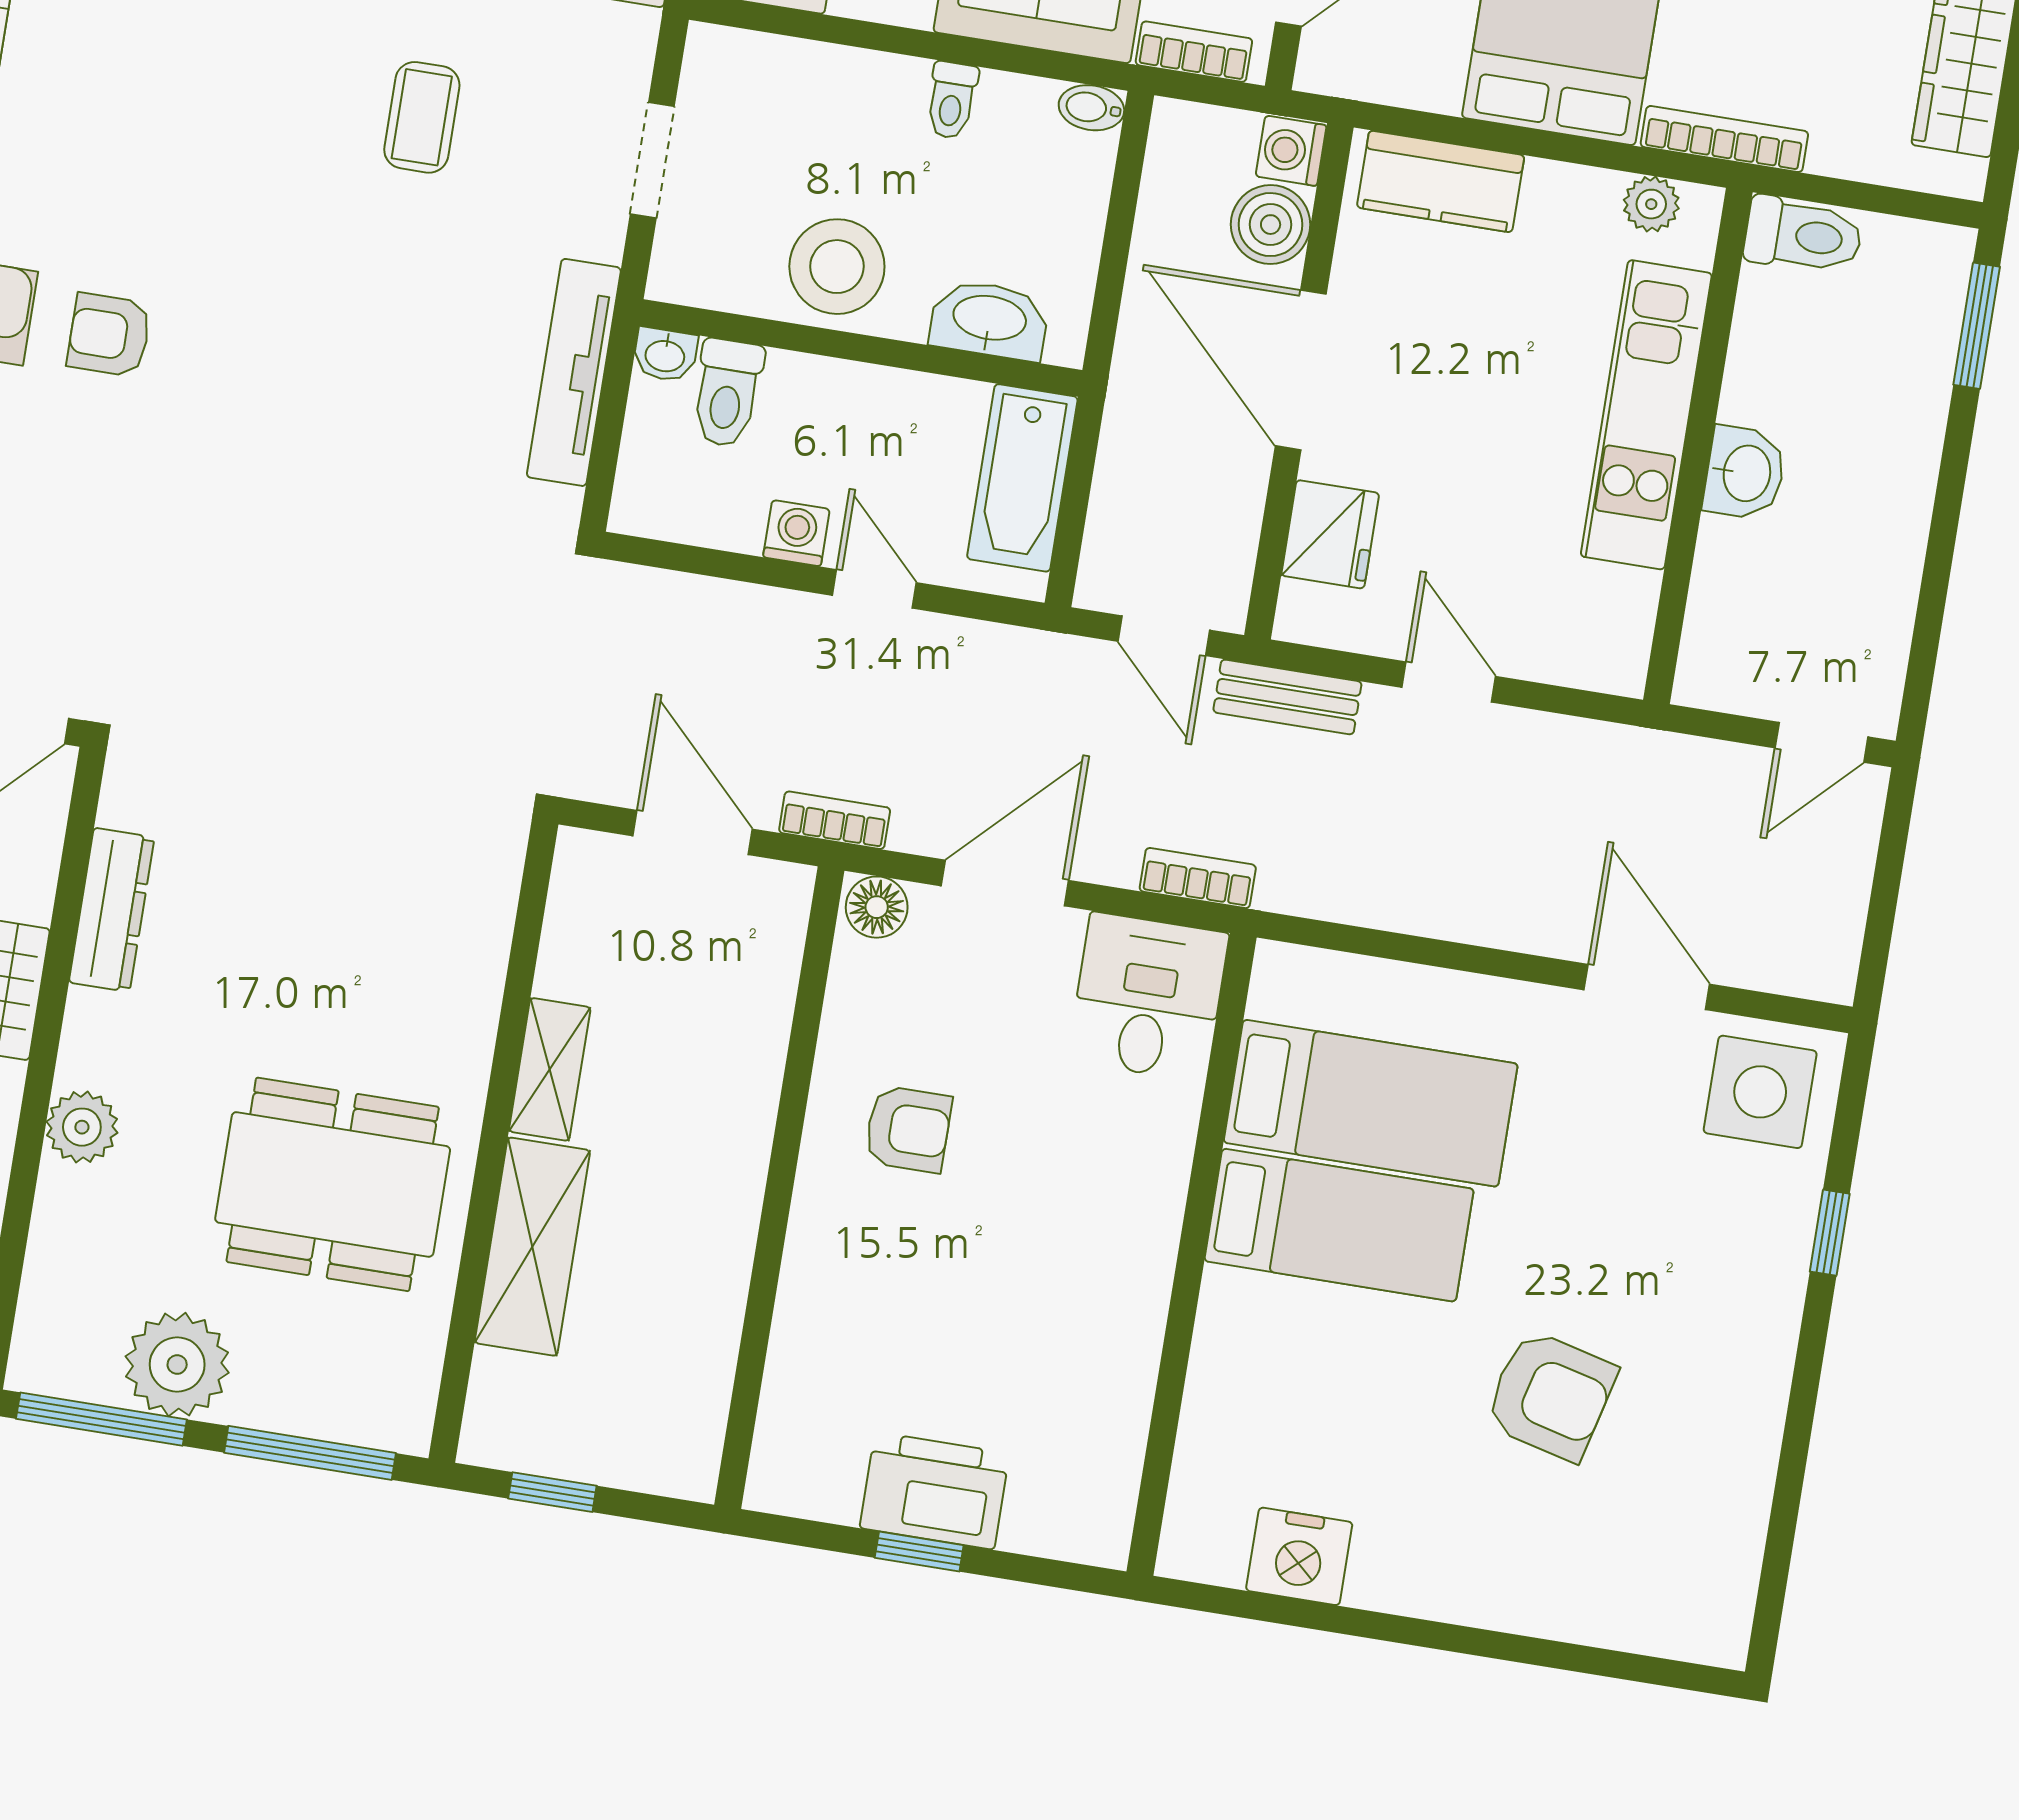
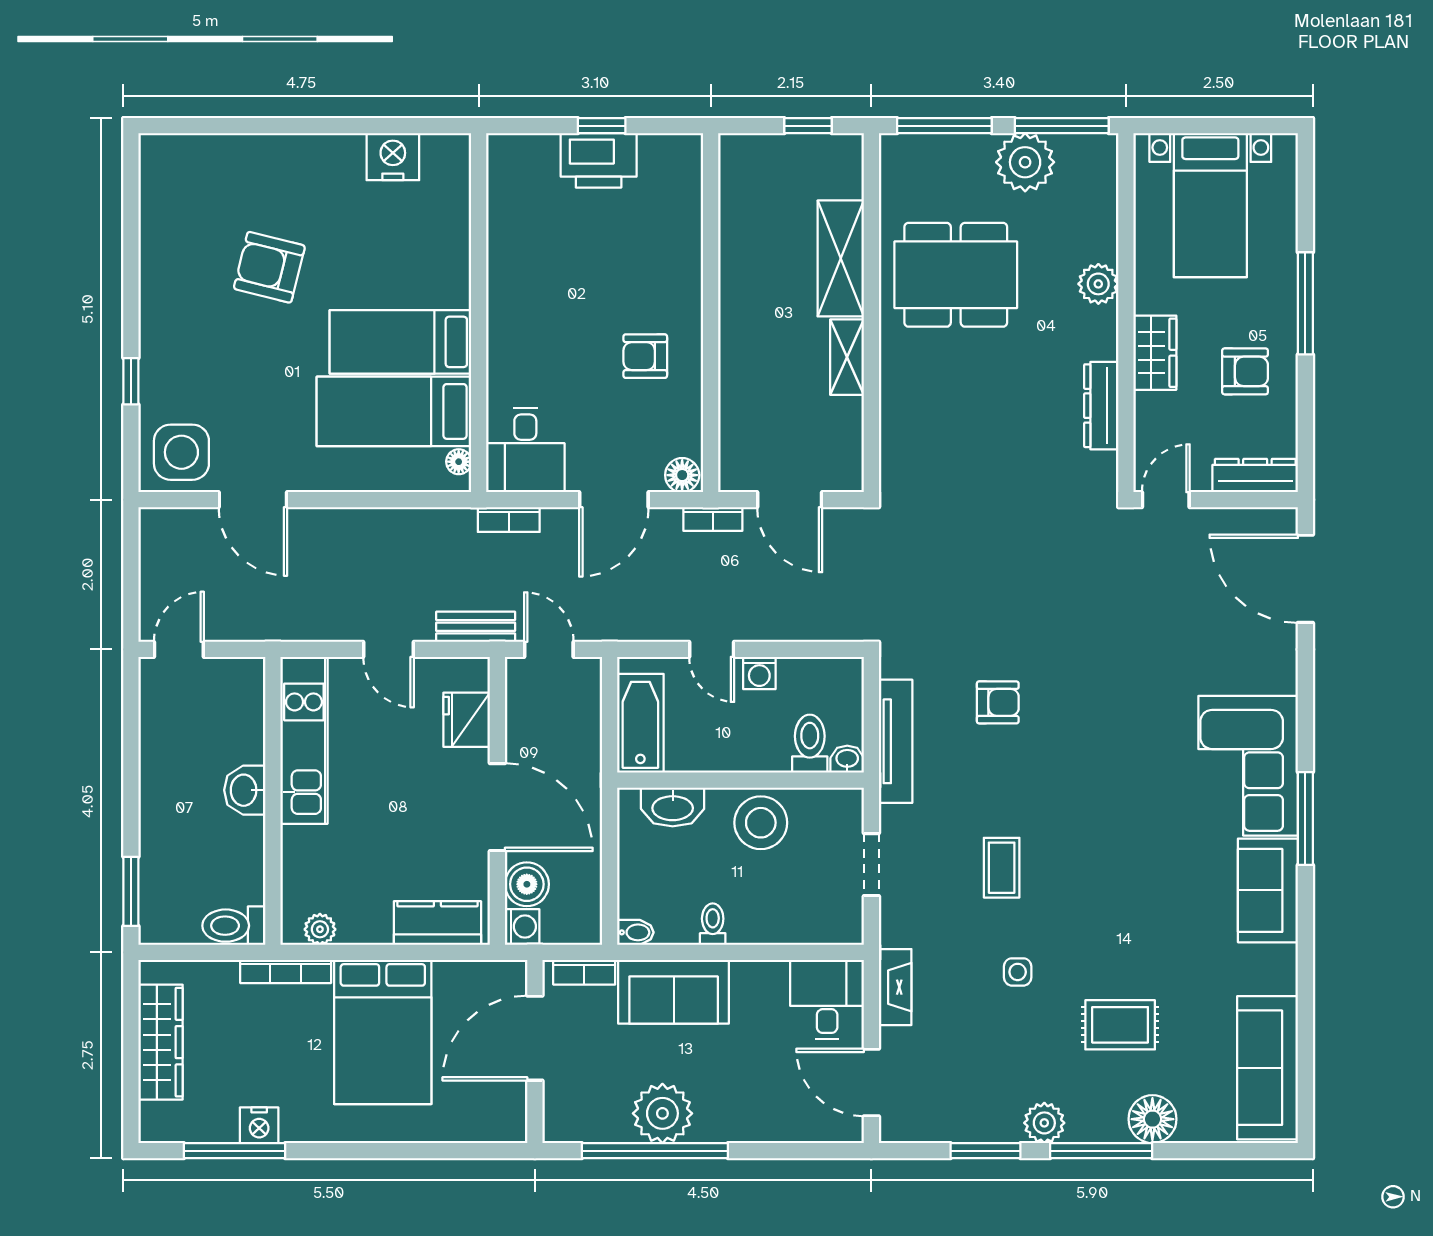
armchair: (109, 335) -> (998, 702), moved
kitchen unit: (1646, 415) -> (304, 740), moved
floor lamp: (1270, 995) -> (459, 462), added

